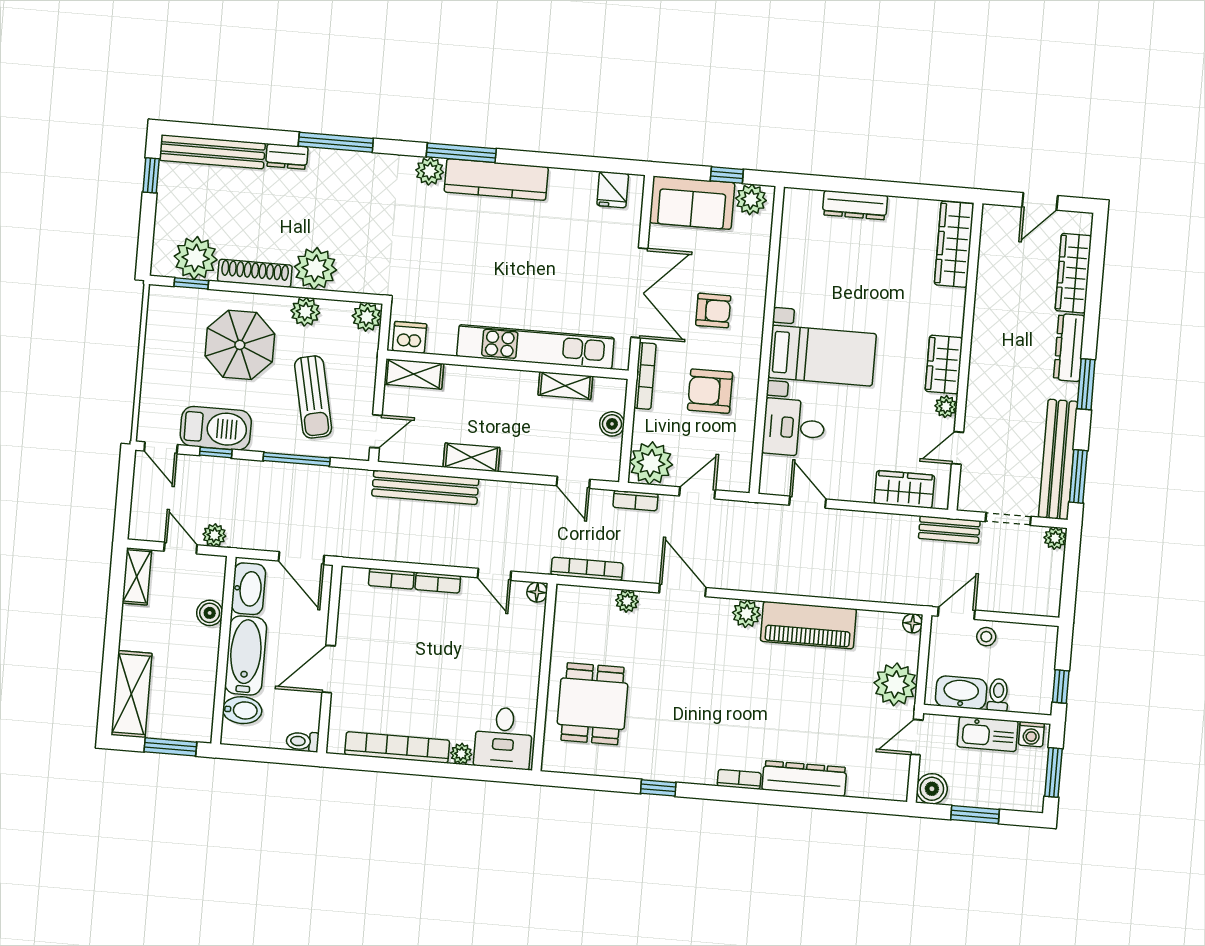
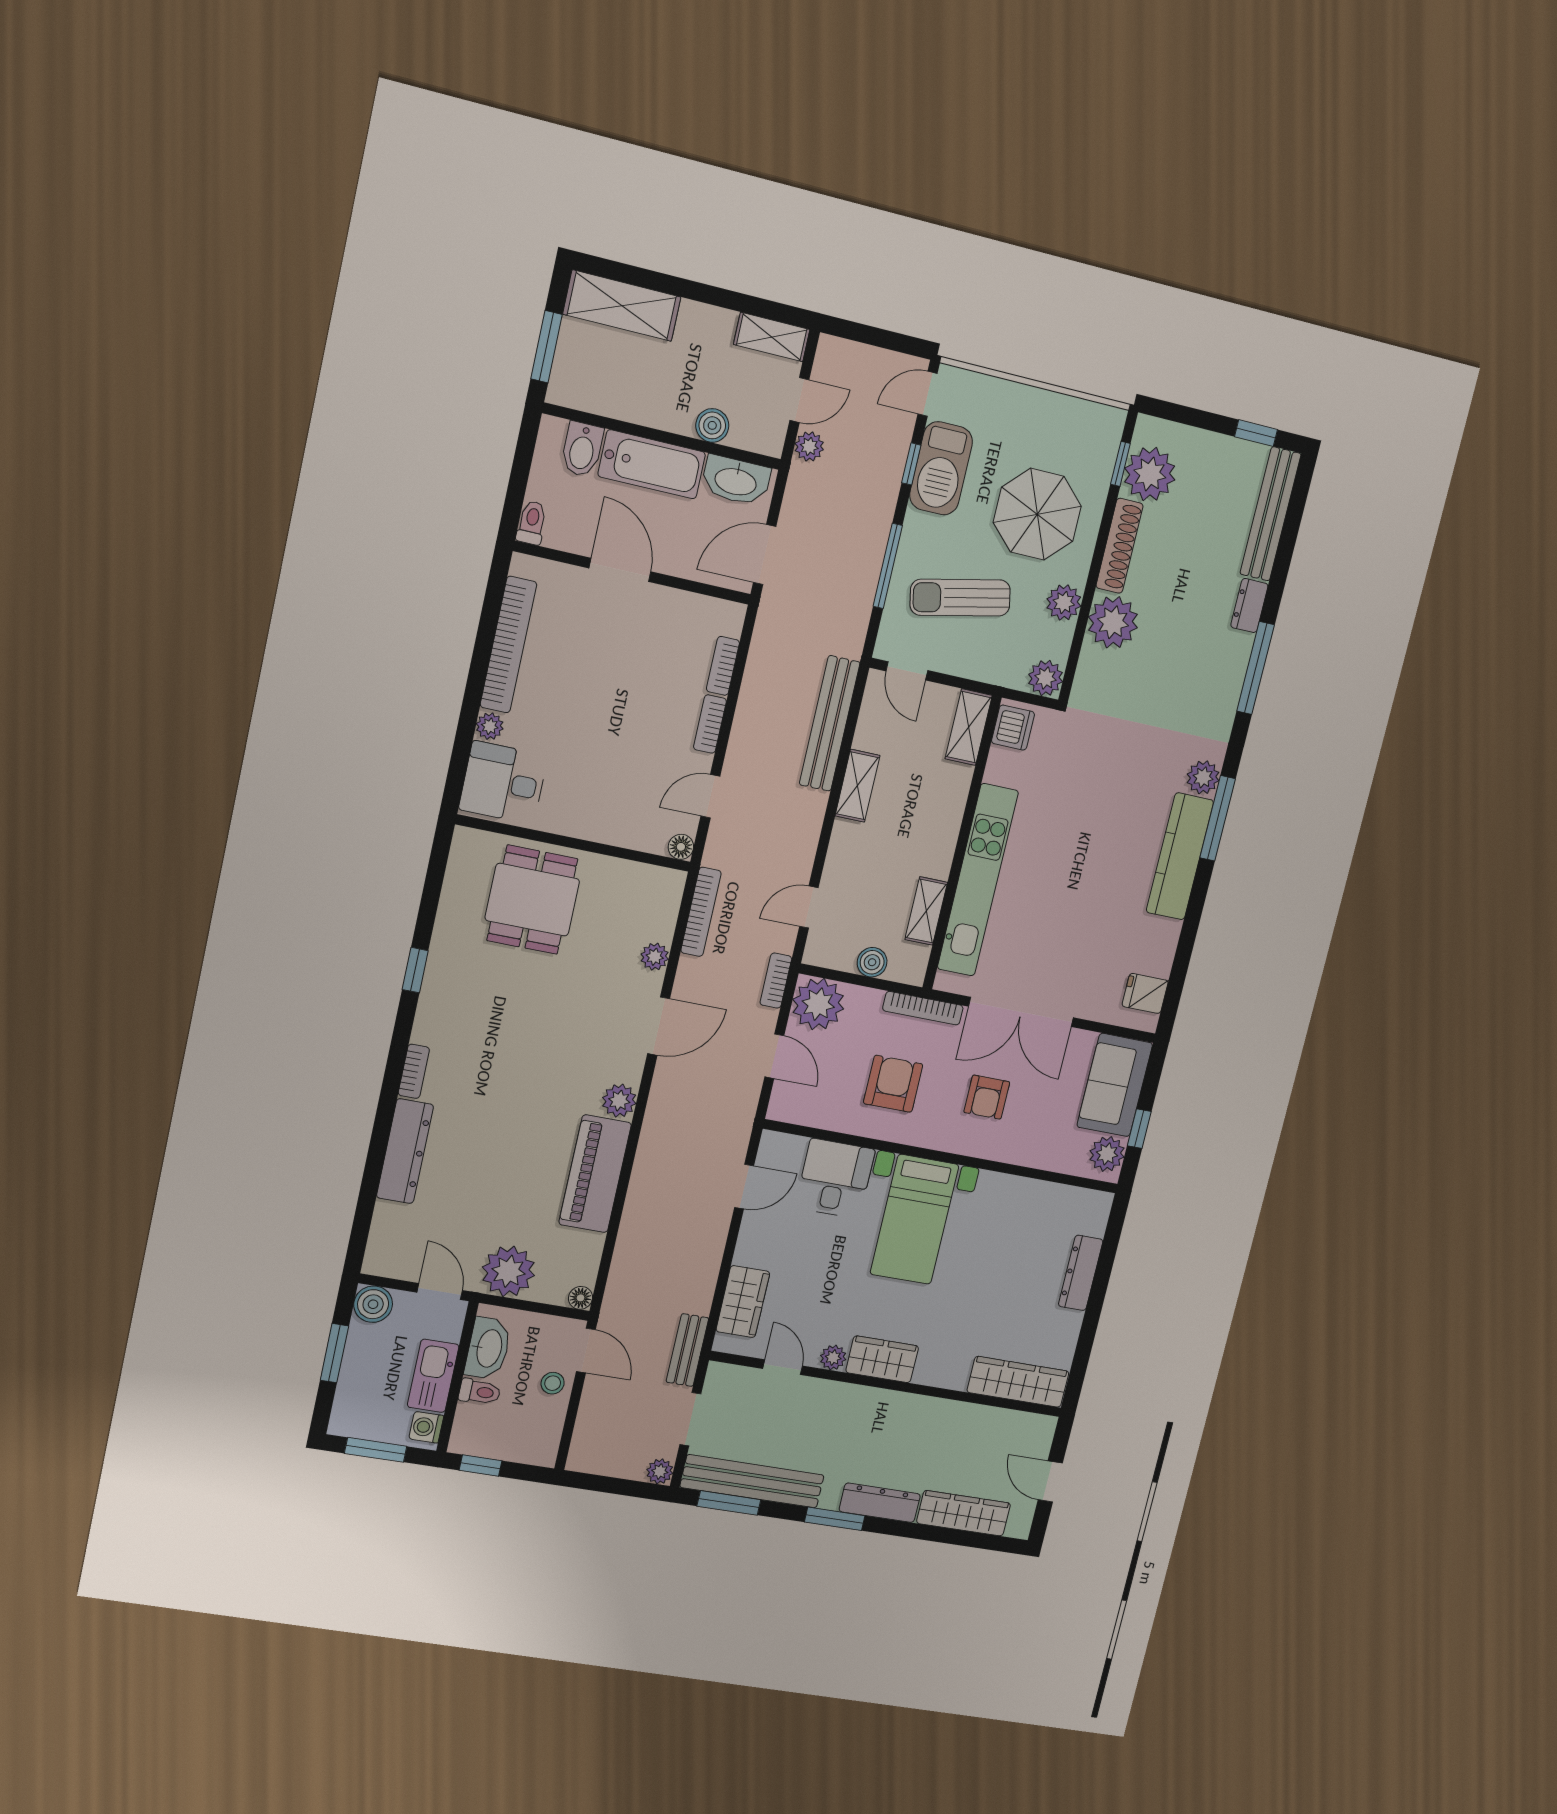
dining table: (592, 704) -> (532, 900), turned 90

